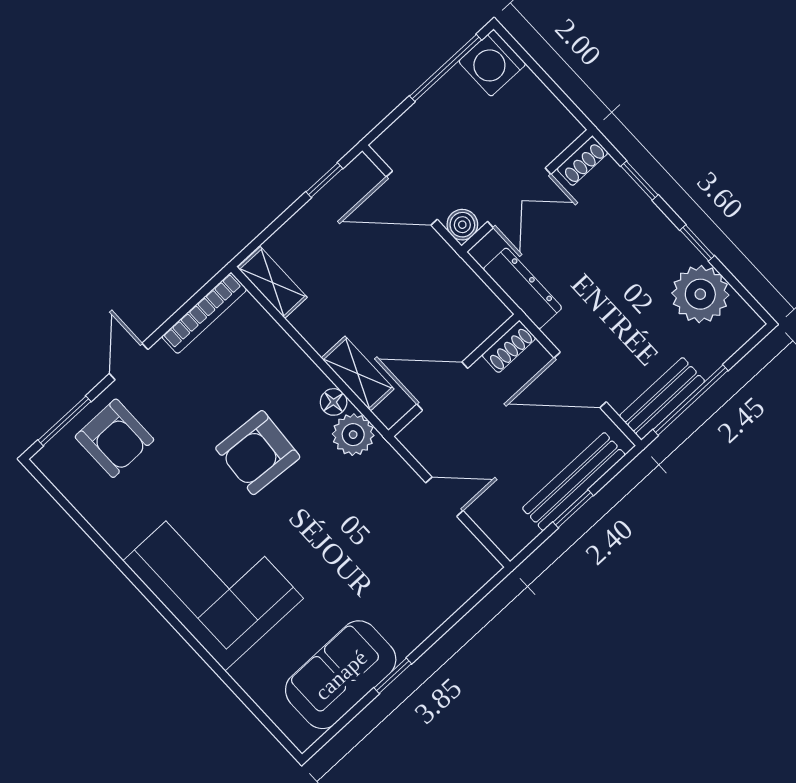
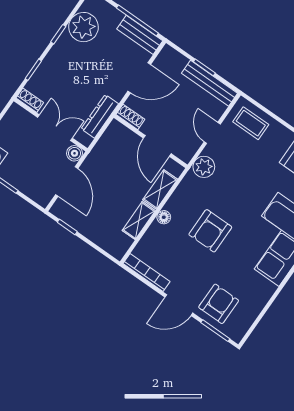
shelving: (272, 283) -> (139, 221), moved
door: (129, 361) -> (179, 305), width x1.38
door: (580, 380) -> (139, 78), hinge flipped
floor lamp: (334, 402) -> (164, 217), moved
plant: (353, 435) -> (204, 167), moved
armchair: (258, 453) -> (210, 231), turned 86
bench: (574, 482) -> (210, 83), moved
coffee table: (447, 575) -> (251, 123), added

